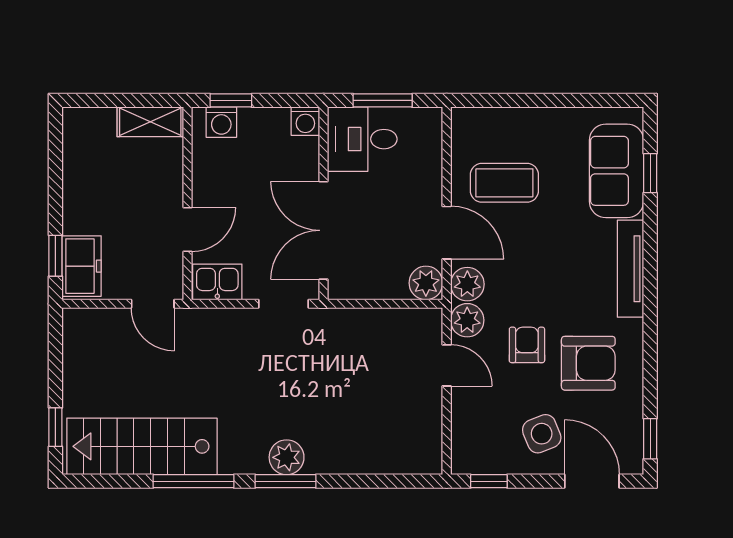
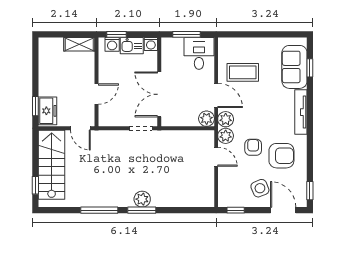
desk: (362, 139) -> (199, 53), moved, turned 90
kitchen sink: (217, 282) -> (132, 46), moved, turned 180
stairs: (142, 446) -> (52, 165), moved, turned 90

